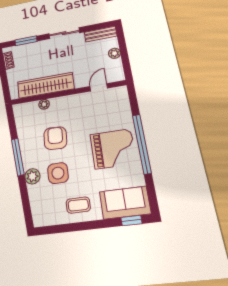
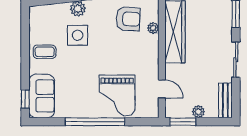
window: (126, 64) -> (183, 122), added
armchair: (55, 138) -> (128, 19), moved
grand piano: (113, 149) -> (117, 95), moved
coffee table: (78, 205) -> (45, 52), turned 90

